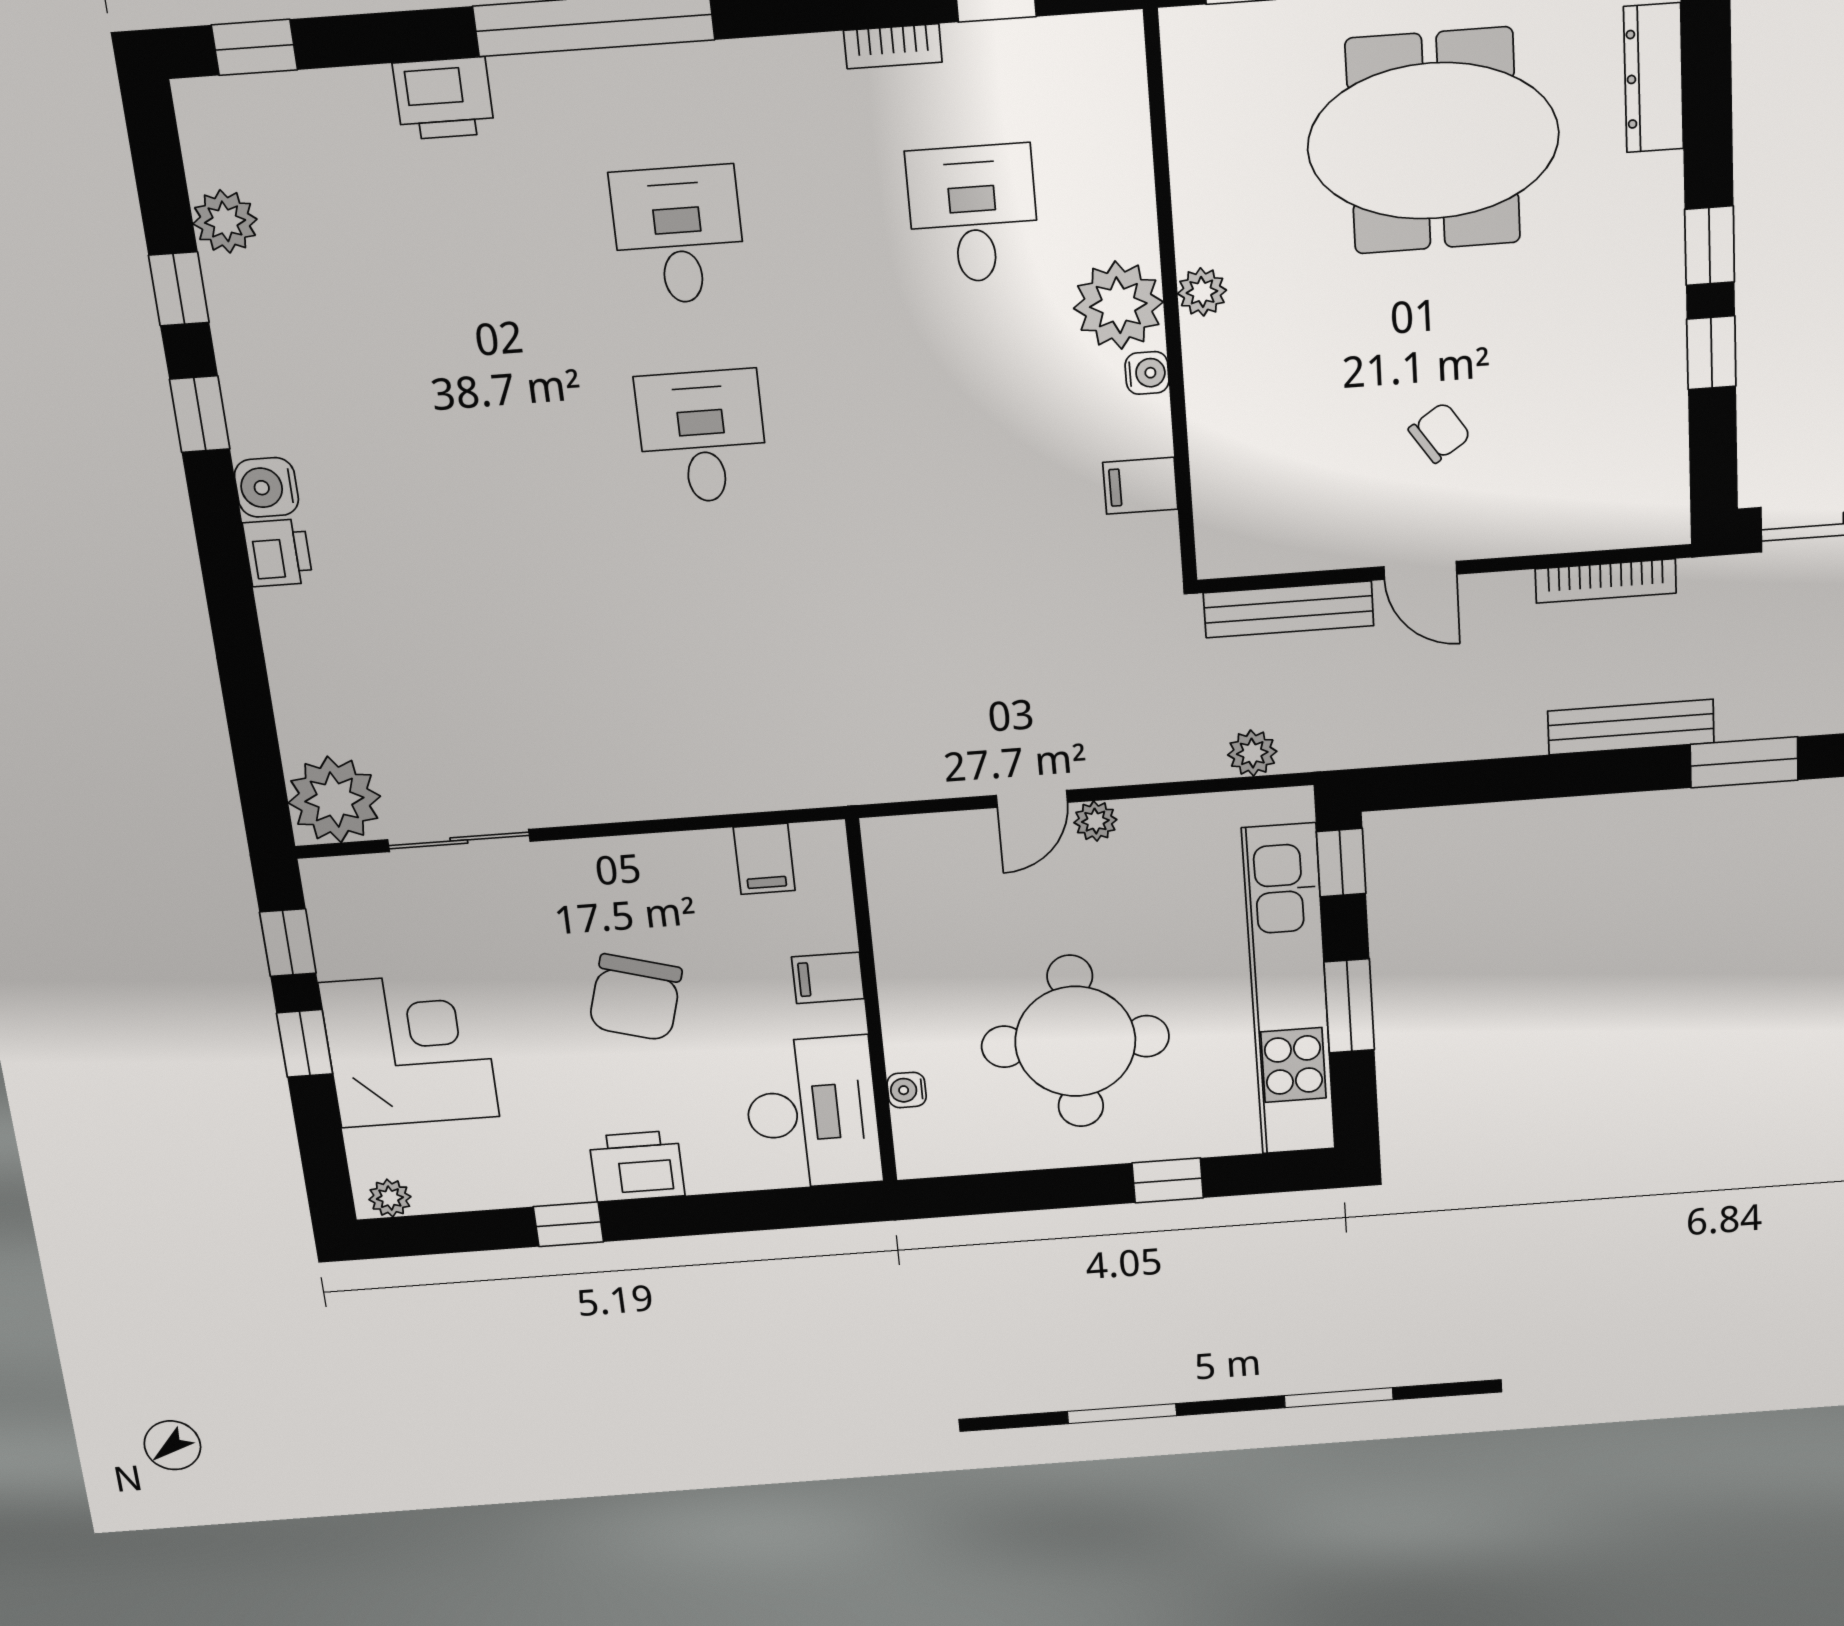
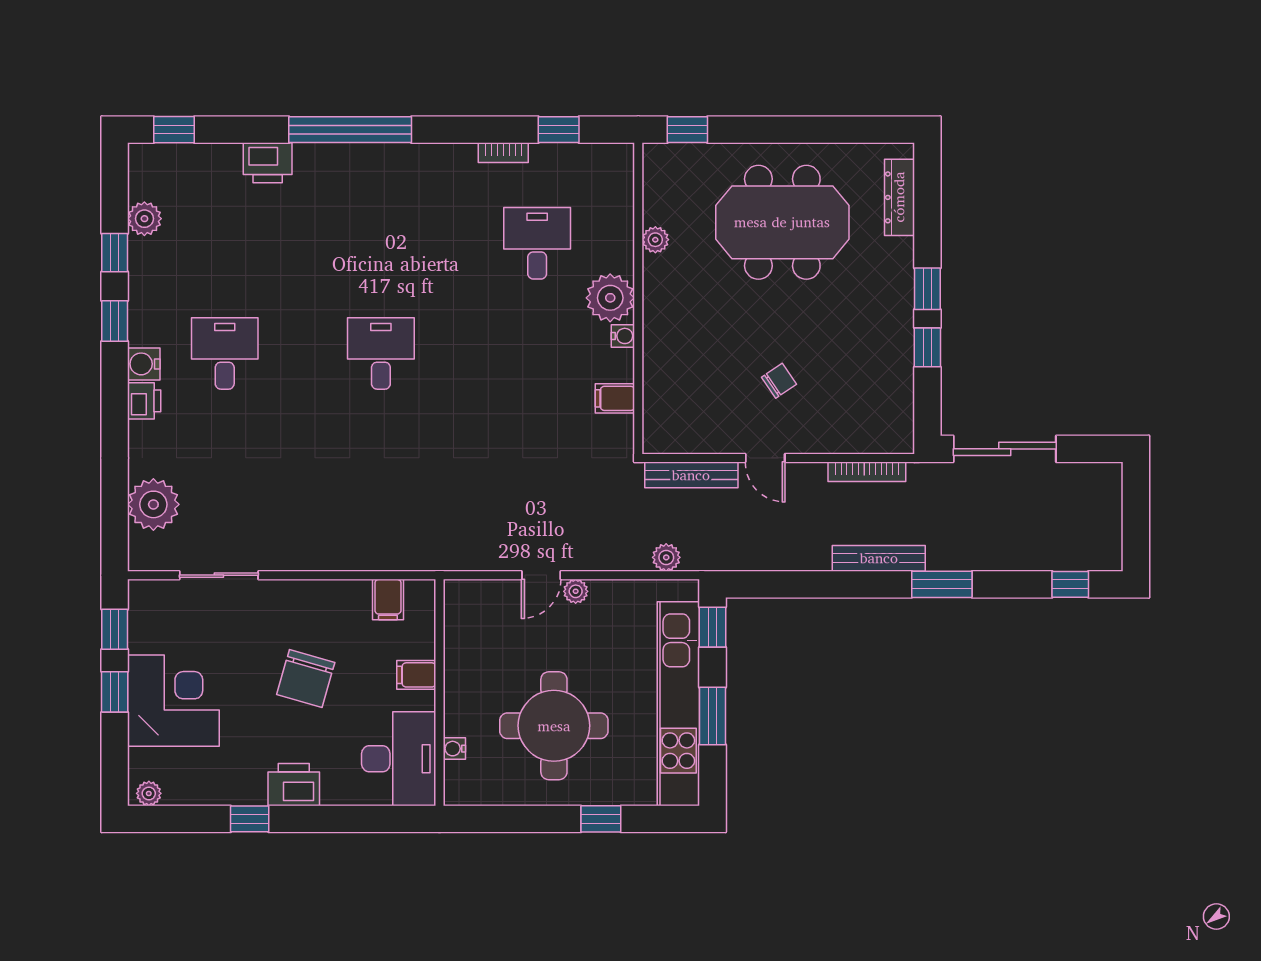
desk: (679, 235) -> (225, 353), moved
plant: (1202, 292) -> (655, 240), moved
plant: (334, 800) -> (153, 504), moved

